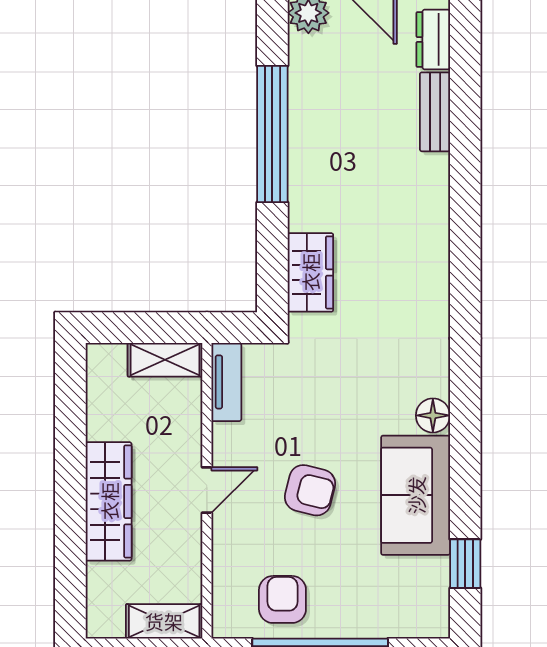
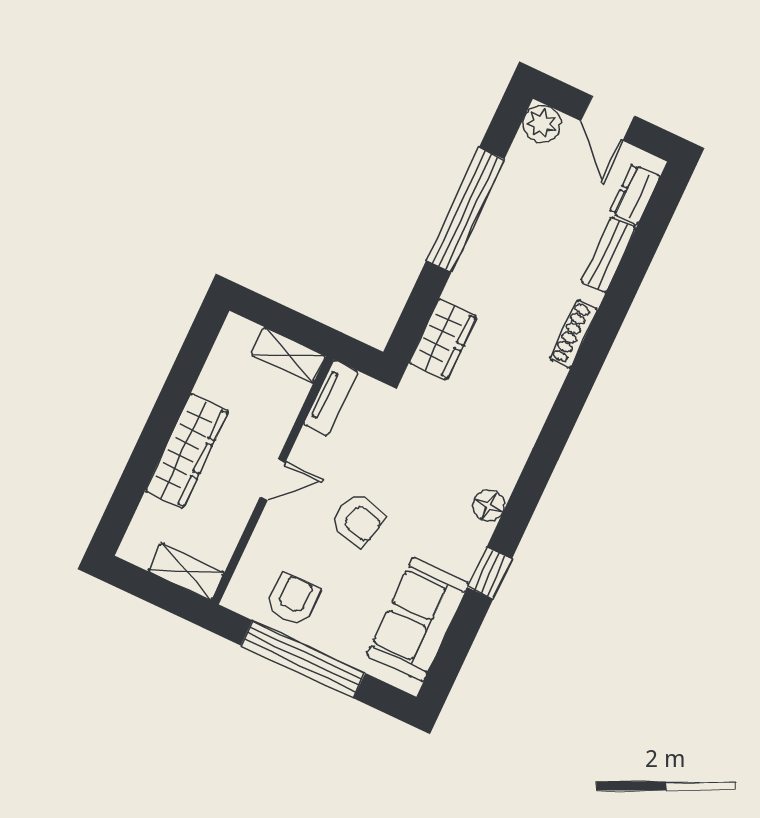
shoe rack: (438, 206) -> (574, 334), added
sofa: (416, 495) -> (418, 619), moved
window: (465, 564) -> (490, 573), moved

